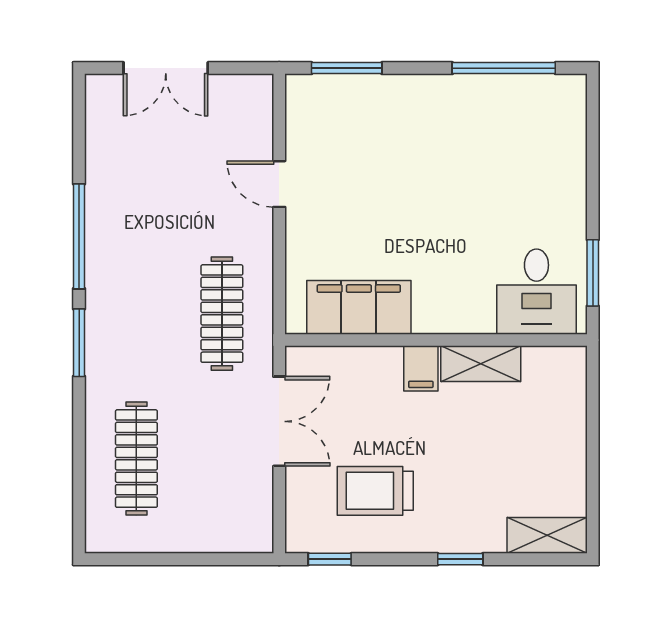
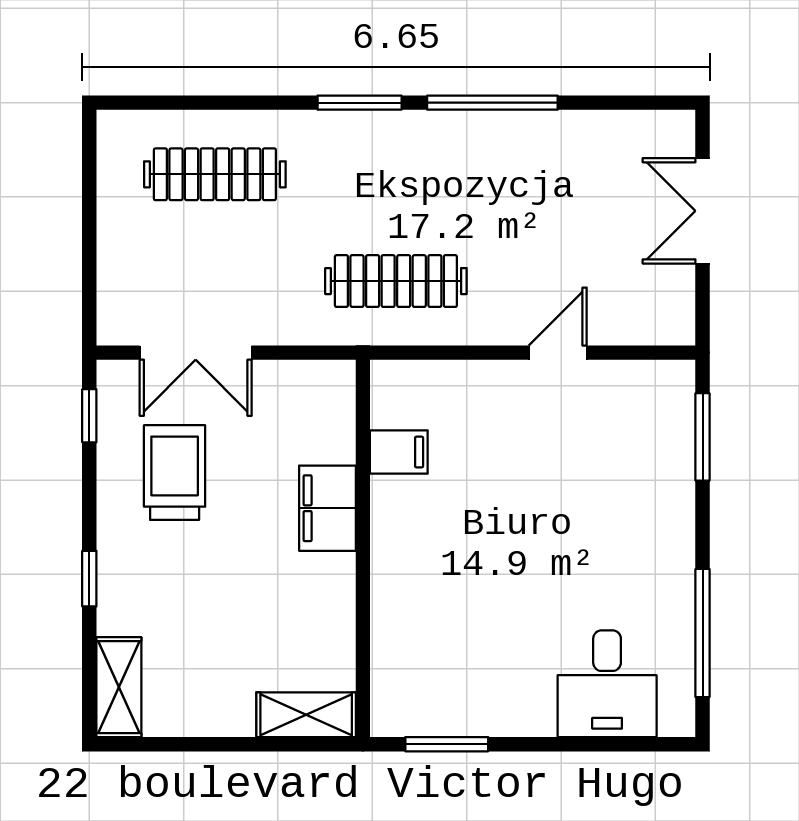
desk: (536, 292) -> (607, 684), moved, turned -90
filing cabinet: (359, 307) -> (399, 452), width x0.33, depth x0.86
shelving: (481, 364) -> (306, 715), moved, turned 90
filing cabinet: (421, 368) -> (327, 508), width x2.00
double door: (279, 421) -> (196, 353), moved

